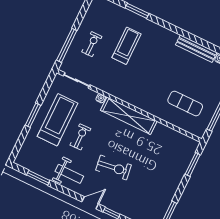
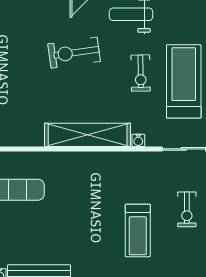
treadmill: (58, 120) -> (184, 81), turned 180

